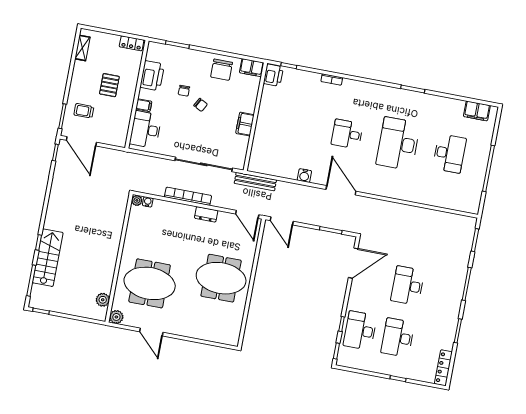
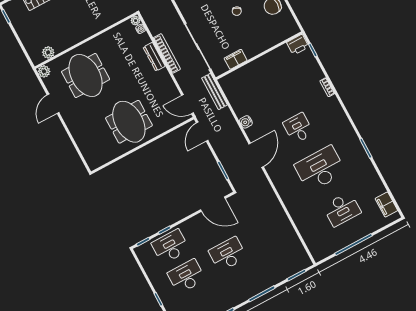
filing cabinet: (252, 68) -> (291, 25), removed
filing cabinet: (245, 124) -> (236, 59), moved
dresser: (206, 214) -> (154, 57), moved, width x1.44
door: (247, 214) -> (187, 104), hinge flipped

